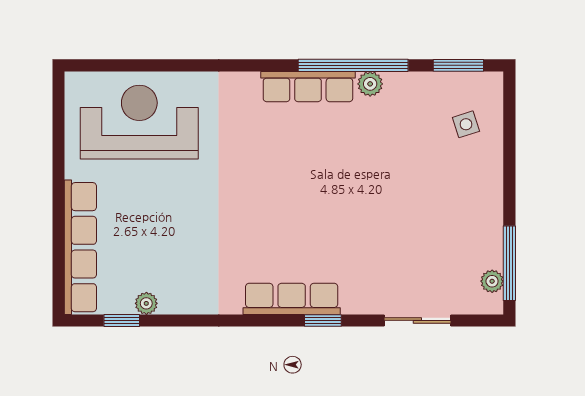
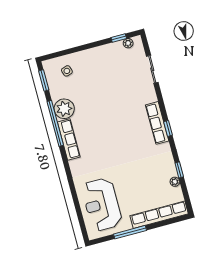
plant: (370, 84) -> (64, 109), width x1.88, depth x1.88
window: (58, 170) -> (130, 232), added
window: (509, 263) -> (119, 38), width x0.46
window: (122, 320) -> (179, 170), moved
window: (323, 320) -> (168, 128), moved

